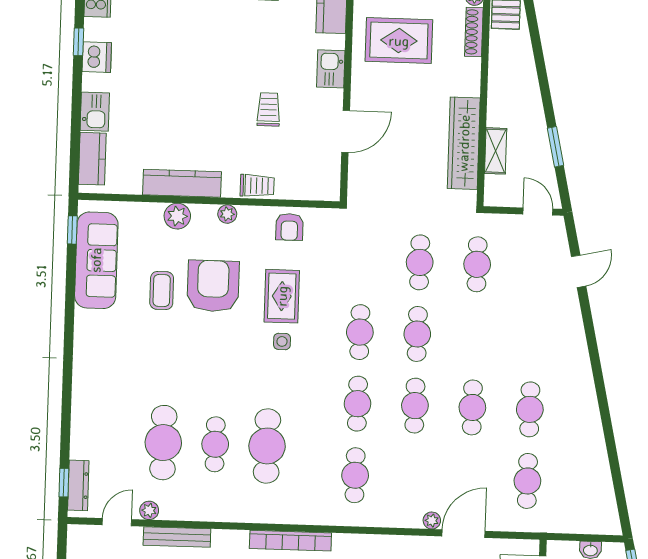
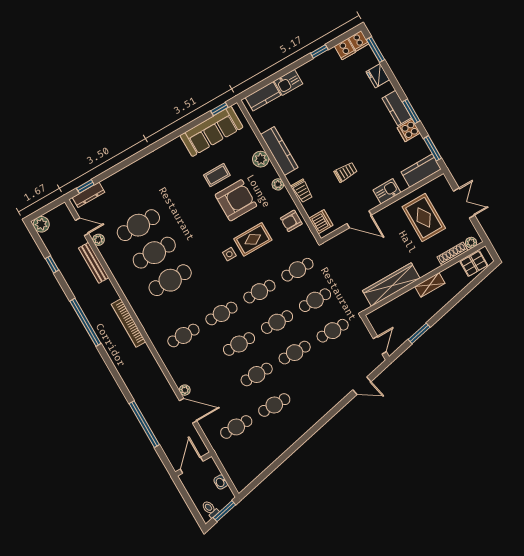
dishwasher: (97, 57) -> (321, 222), moved, turned -90
shelving: (496, 151) -> (430, 285), moved
cafe table: (362, 260) -> (297, 270), added
cafe table: (475, 336) -> (295, 353), added
cafe table: (215, 444) -> (154, 253), width x1.37, depth x1.35

